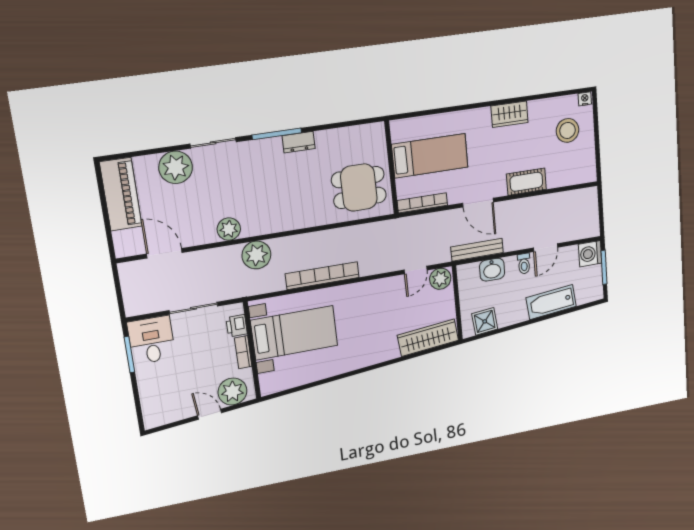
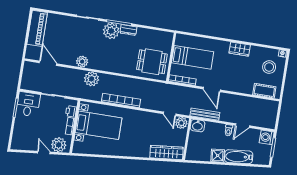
plant: (176, 167) -> (111, 31), moved
cot: (526, 182) -> (264, 91), moved
door: (416, 270) -> (170, 114), hinge flipped
washbasin: (492, 270) -> (198, 126), moved
shower: (485, 321) -> (218, 156), moved

